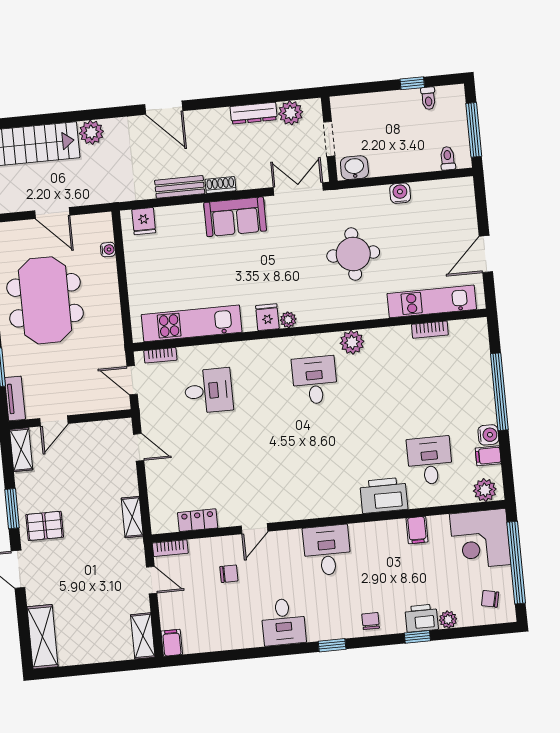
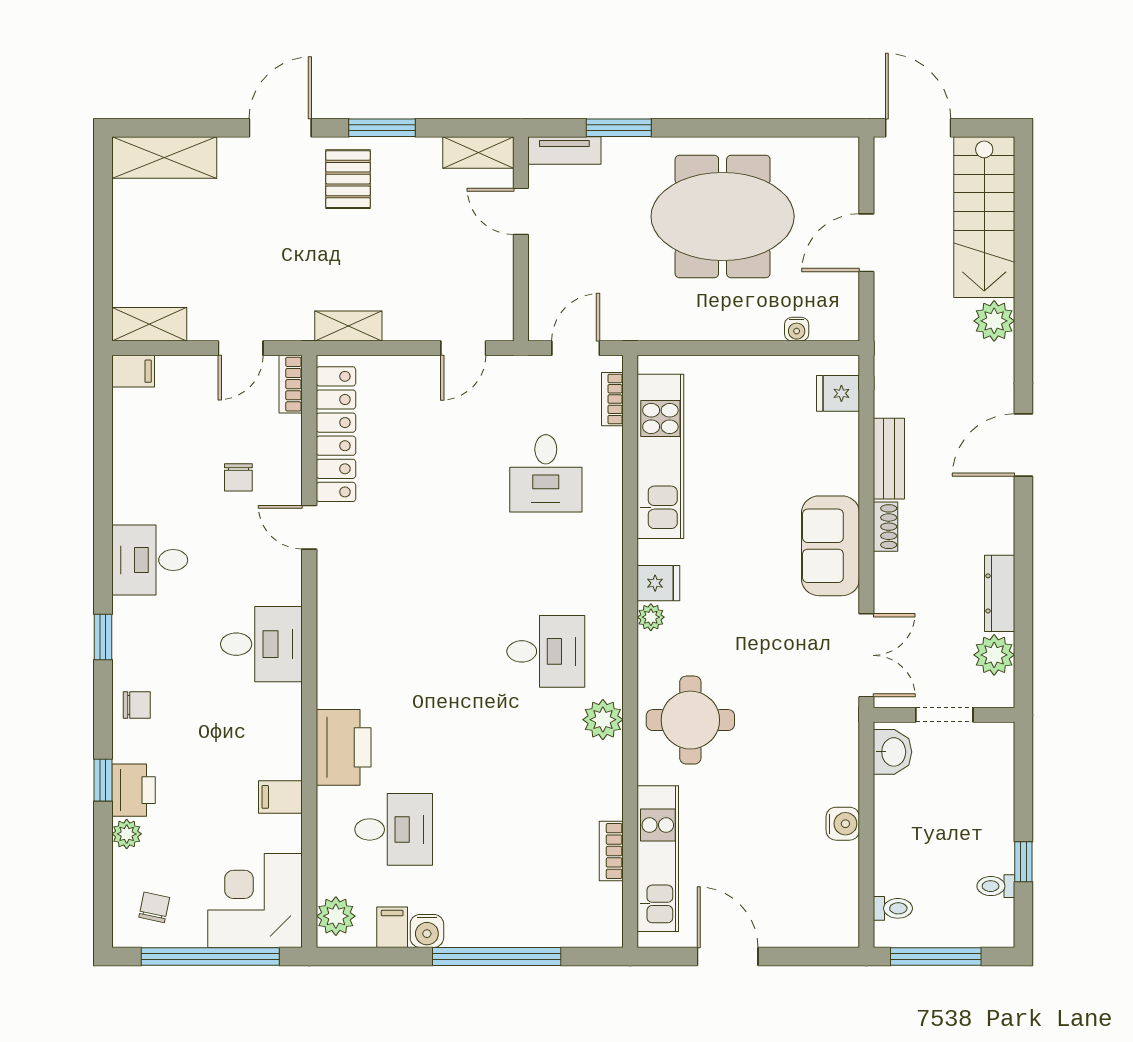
round table: (353, 254) -> (690, 720), moved
locker: (198, 520) -> (336, 434), width x2.16, depth x1.21

